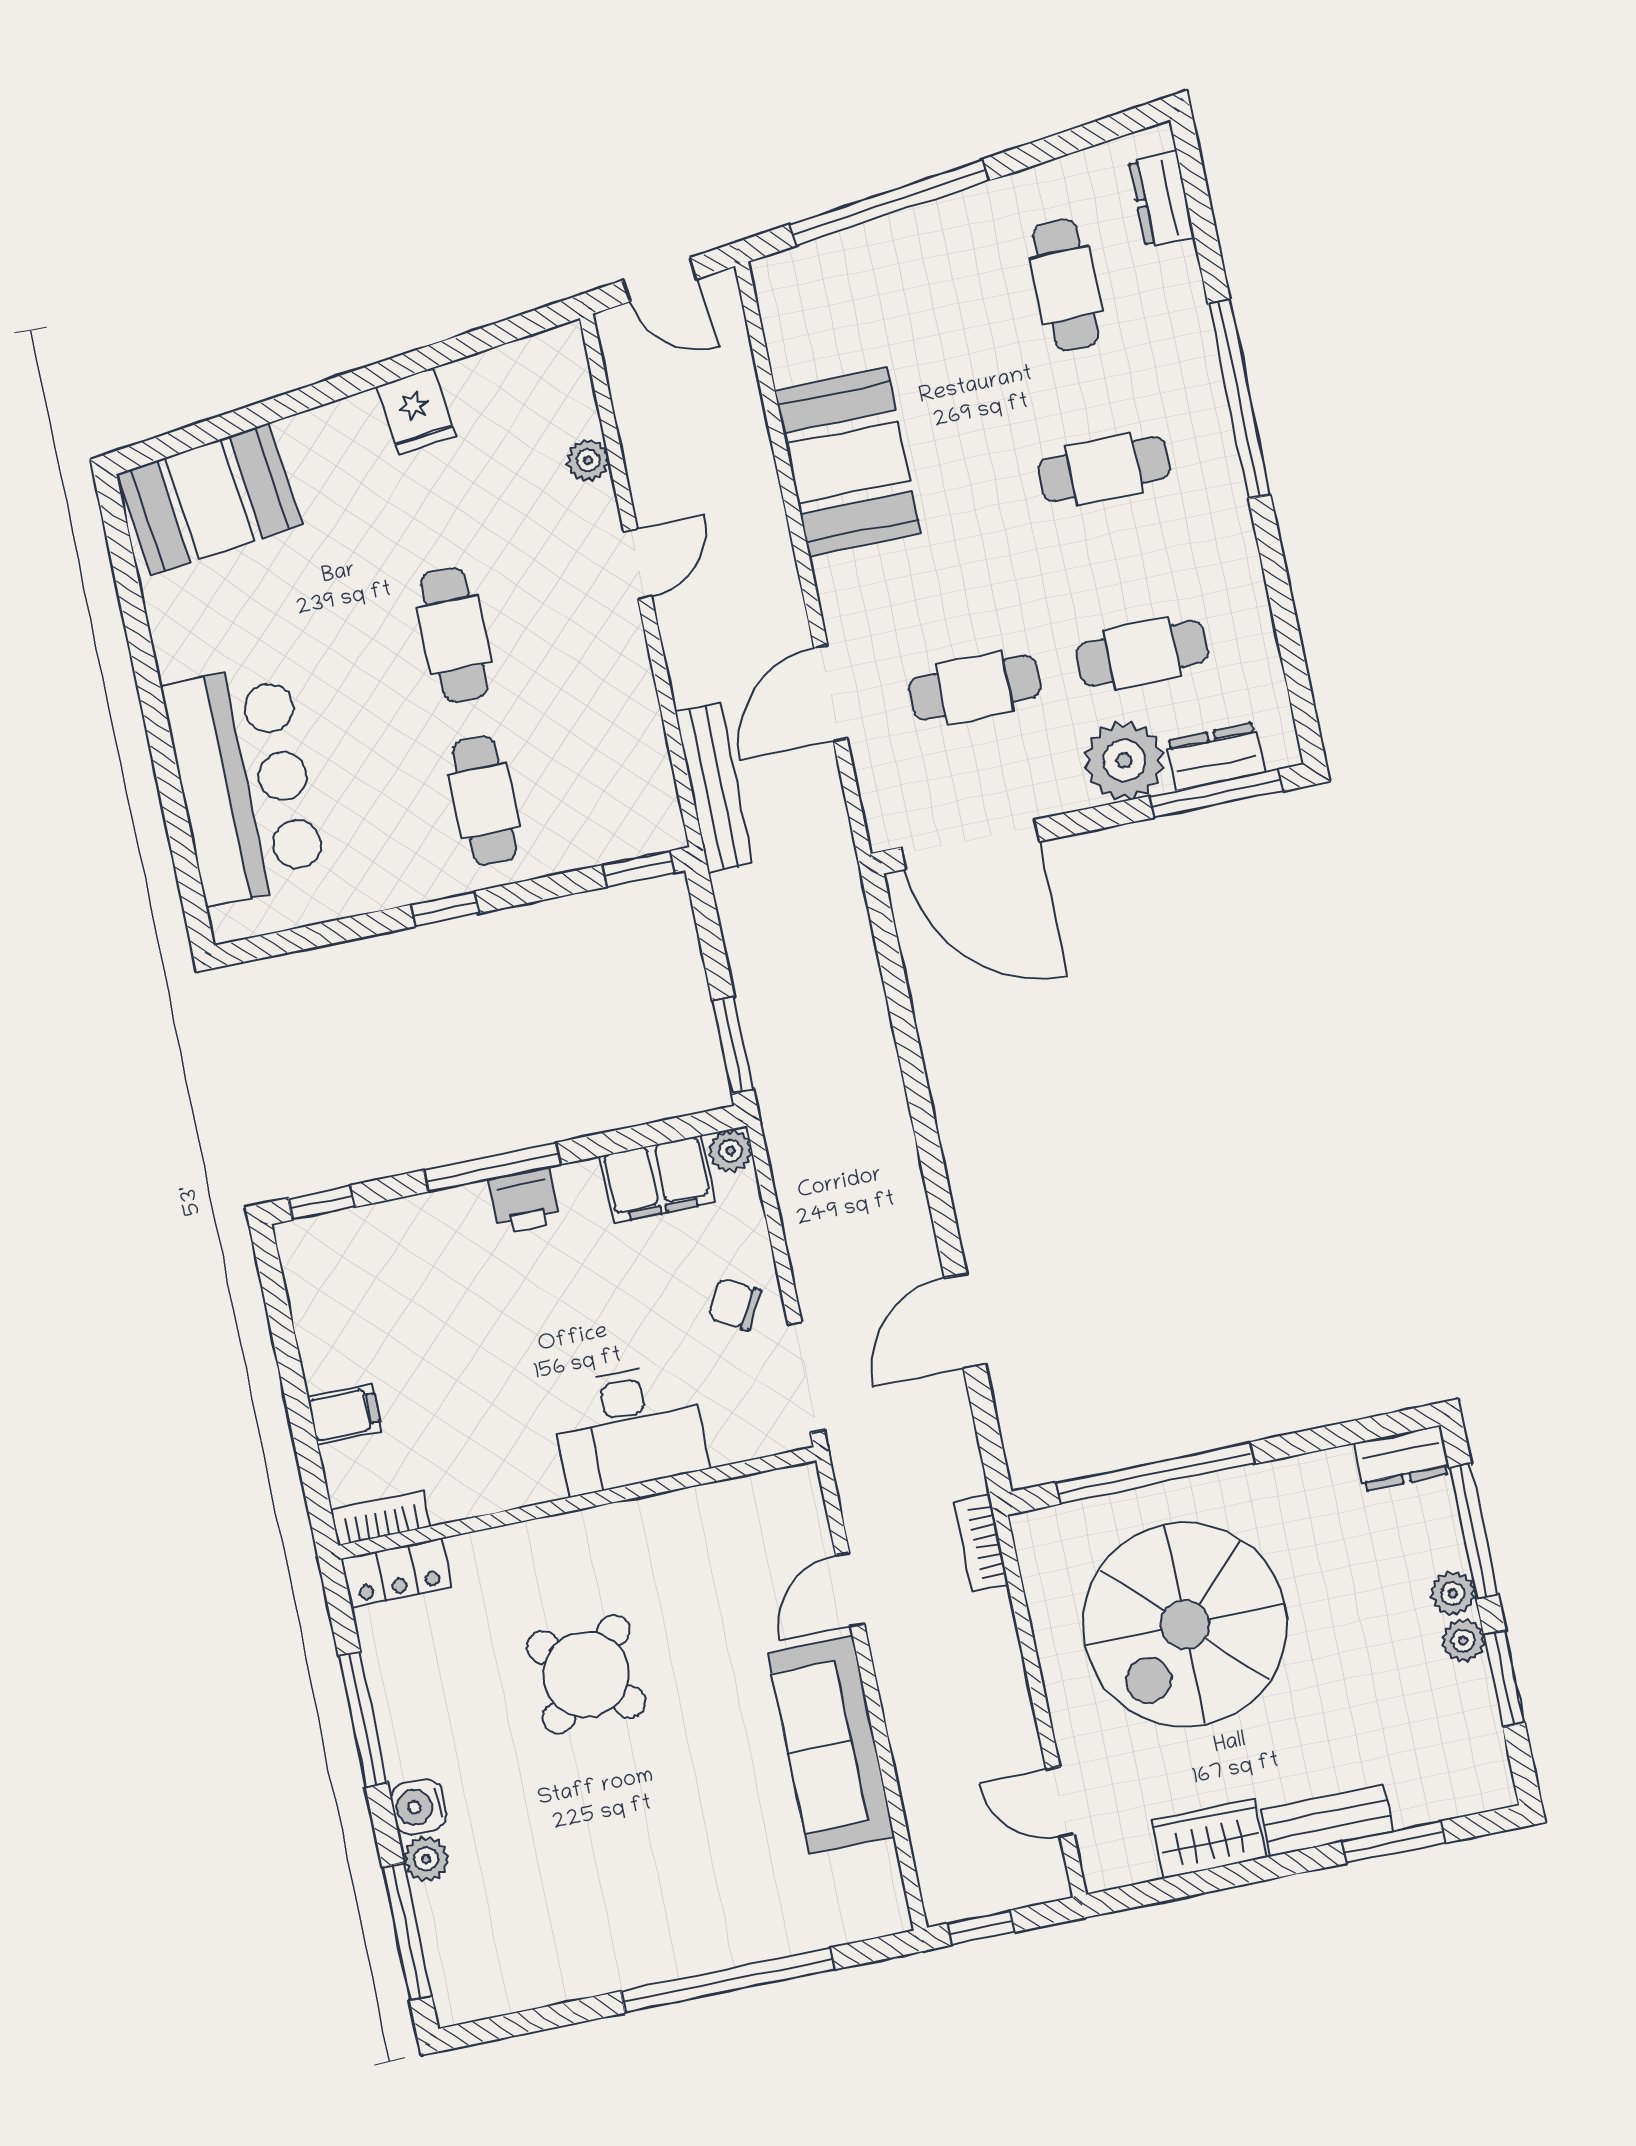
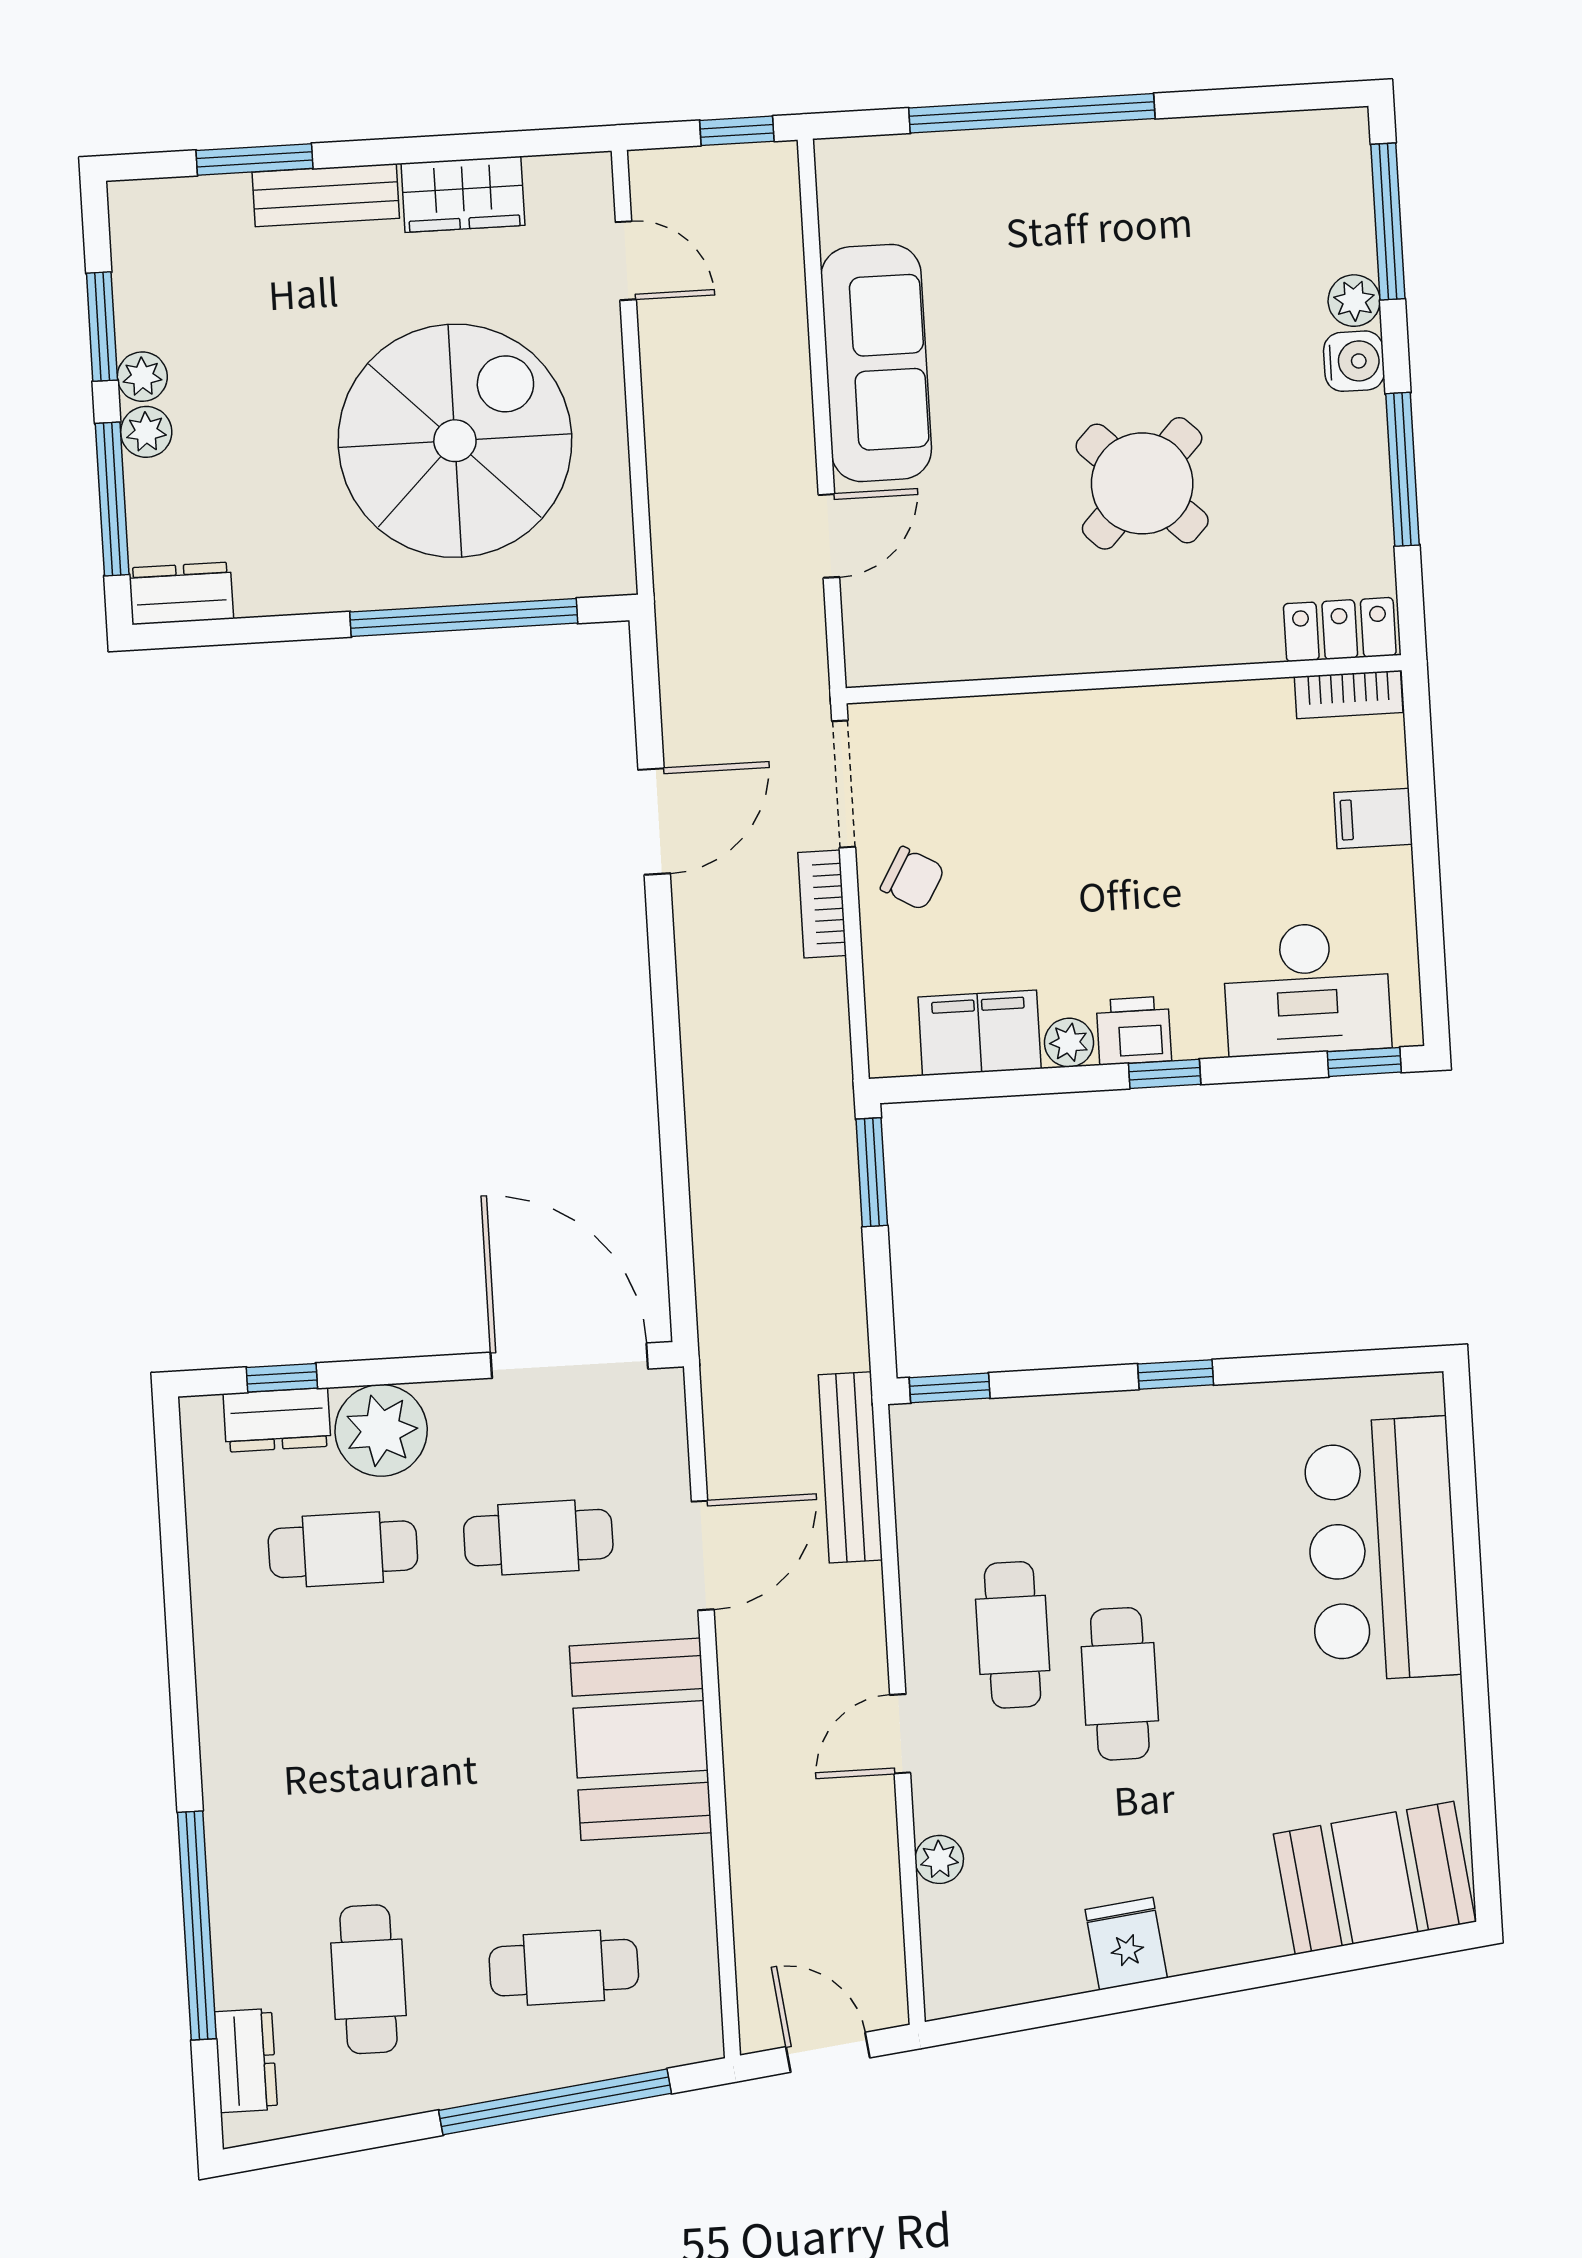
window: (1239, 399) -> (197, 1926), moved
booth: (848, 462) -> (641, 1739), moved
cafe table: (1104, 469) -> (564, 1968), moved
window: (1216, 793) -> (282, 1378), width x0.46
cafe table: (484, 801) -> (1013, 1635), moved
plant: (730, 1151) -> (1069, 1043), moved
window: (492, 1167) -> (1165, 1074), width x0.46
desk: (629, 1428) -> (1307, 989), moved, turned 180
bookcase: (981, 1543) -> (822, 904), moved, turned 180

